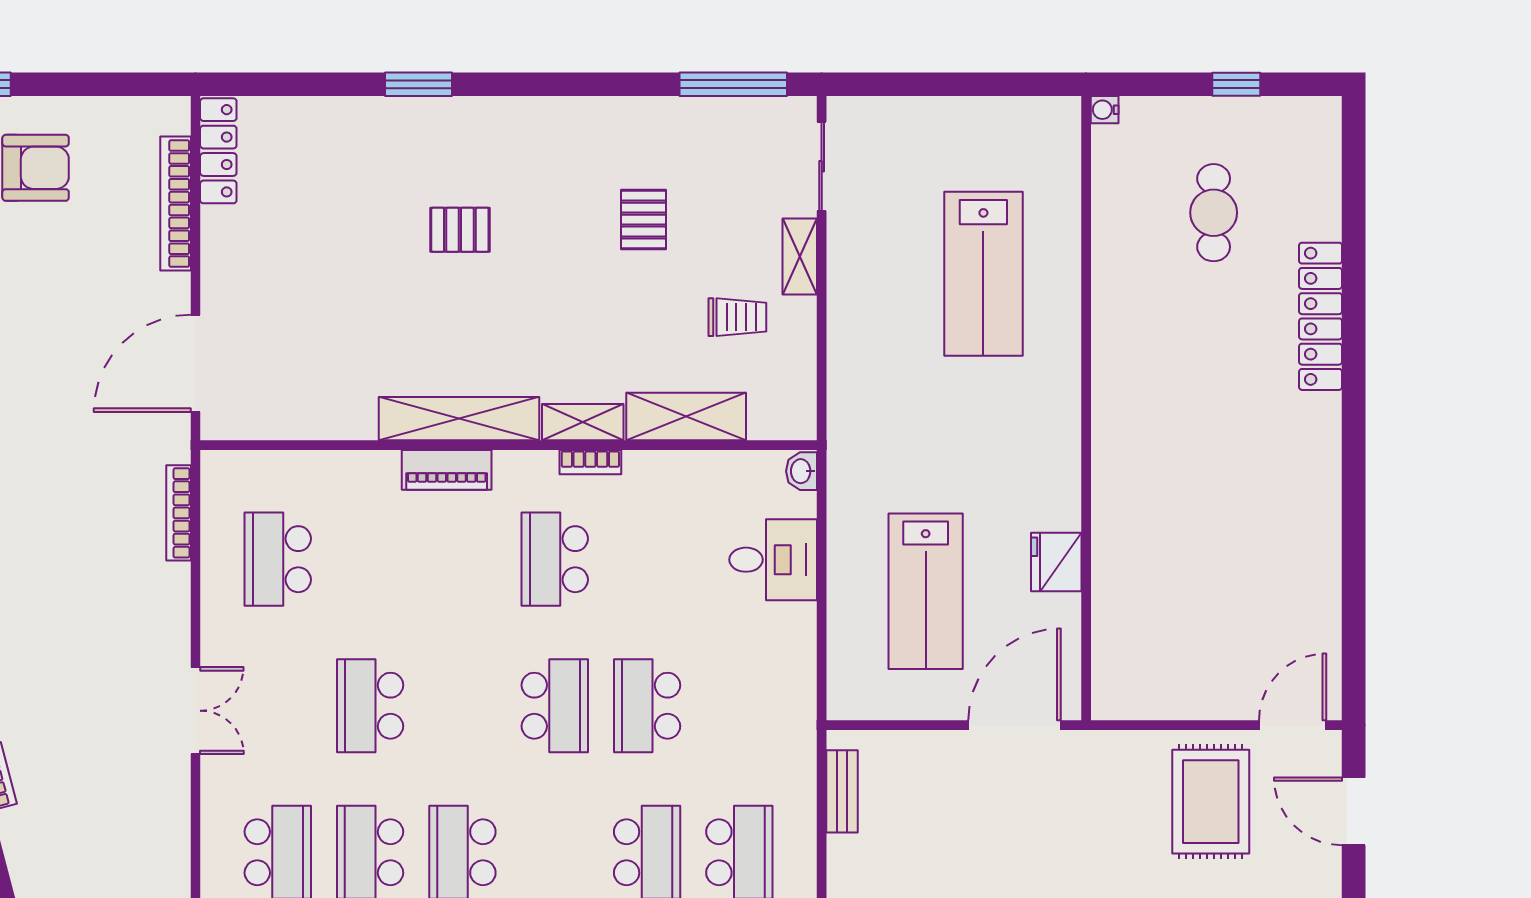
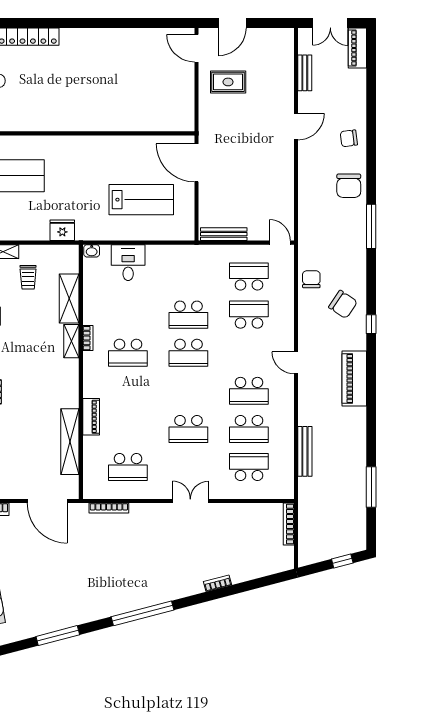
trolley: (737, 317) -> (28, 277), turned 180
shelving: (459, 419) -> (70, 442), moved
piano: (447, 470) -> (91, 417), moved
fridge: (1056, 562) -> (62, 230), moved, turned 180
school desk: (555, 706) -> (188, 353), turned 180
bench: (842, 791) -> (224, 234), width x1.36
rug: (1211, 802) -> (228, 82), width x0.73, depth x0.70

